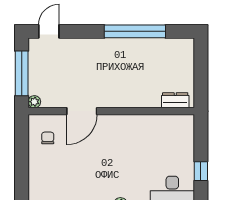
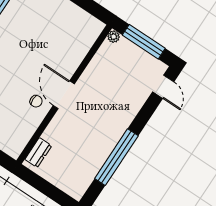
door: (82, 111) -> (64, 95), moved
chair: (48, 138) -> (36, 101), moved

